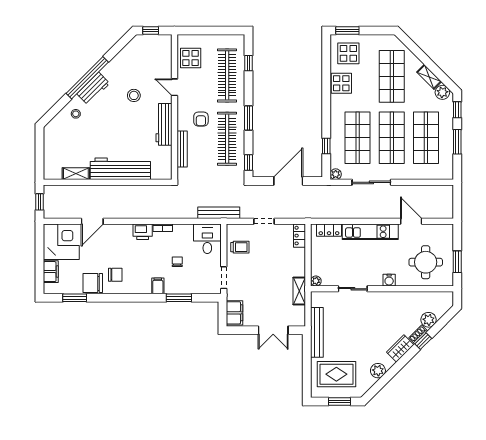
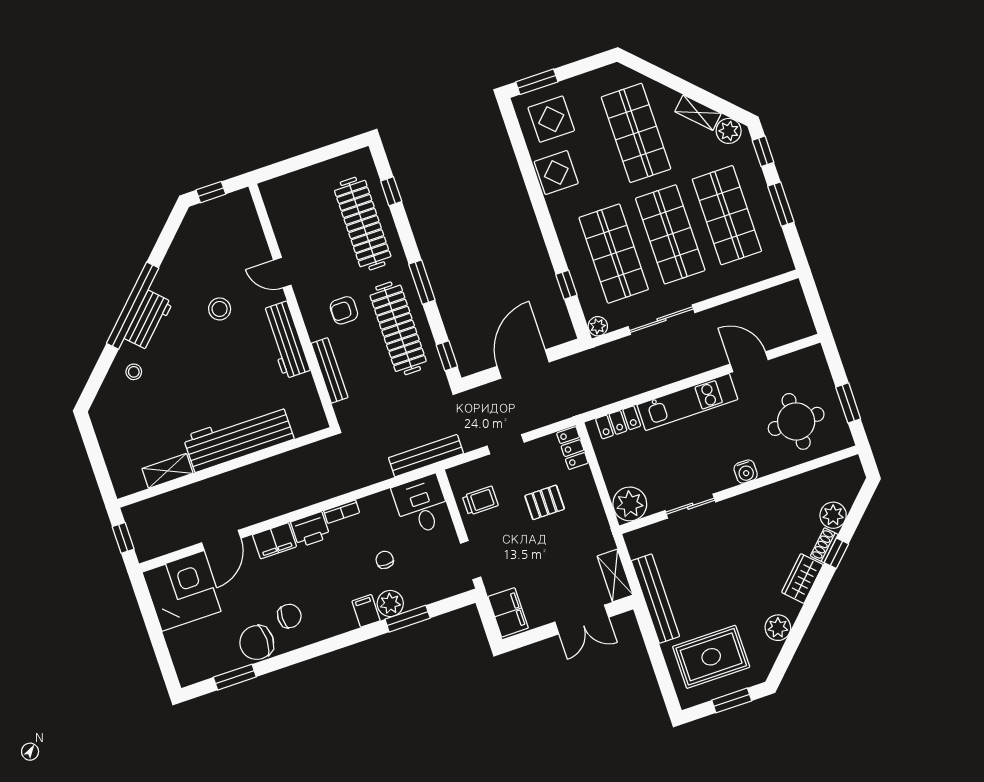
display table: (191, 58) -> (292, 215), removed
armchair: (201, 119) -> (344, 310), turned 90
pallet: (275, 260) -> (545, 502), added
filing cabinet: (51, 272) -> (274, 541), moved, turned 90
plant: (316, 281) -> (630, 504), width x1.88, depth x1.88
plant: (172, 286) -> (390, 604), added
shelving: (299, 291) -> (615, 575), moved

